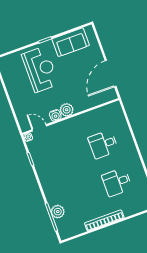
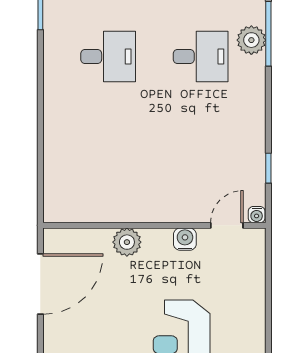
plant: (67, 110) -> (127, 242), moved
door: (39, 128) -> (227, 225), swing flipped
desk: (103, 144) -> (201, 57), moved

